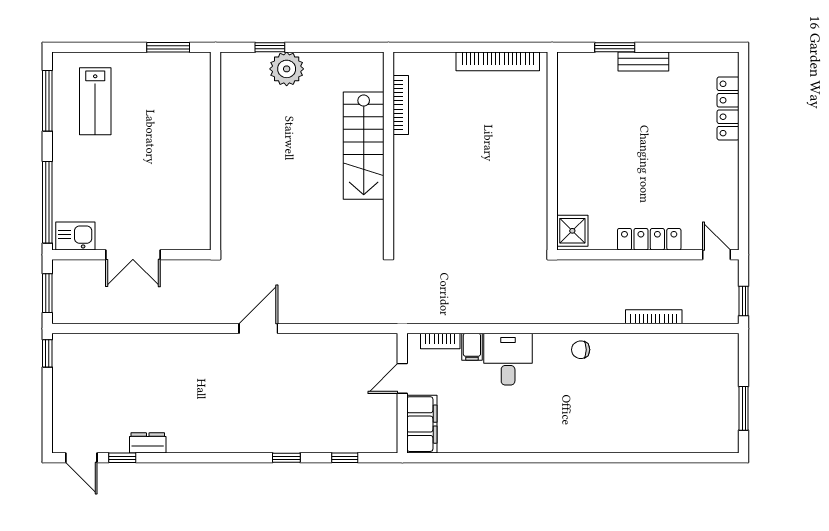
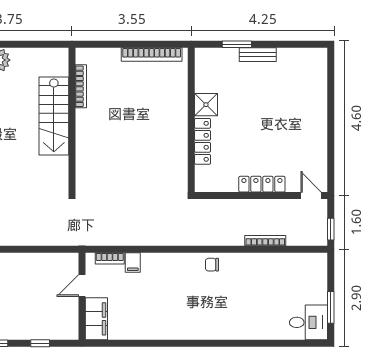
locker: (728, 108) -> (203, 141), moved, turned 180
shower: (572, 231) -> (206, 105), moved
desk: (508, 359) -> (308, 322), moved, turned 90

